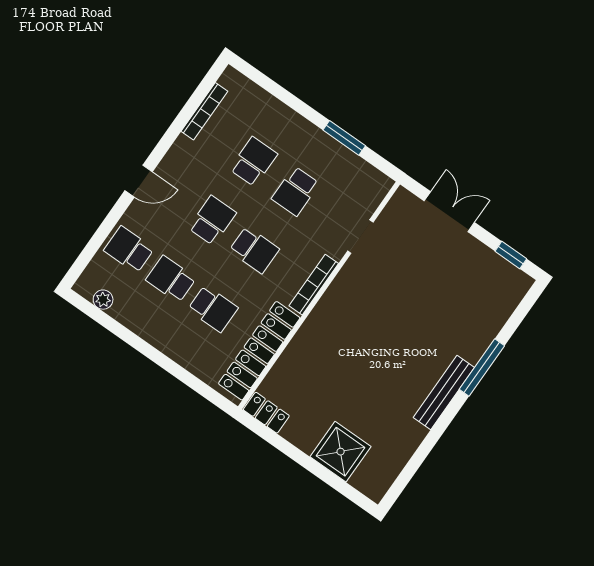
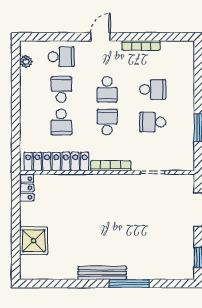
bookcase: (204, 111) -> (141, 45), moved
door: (139, 181) -> (101, 37), swing flipped
school desk: (212, 220) -> (107, 89), turned 90
school desk: (129, 250) -> (61, 57), turned 90
school desk: (254, 250) -> (107, 122), turned 180

